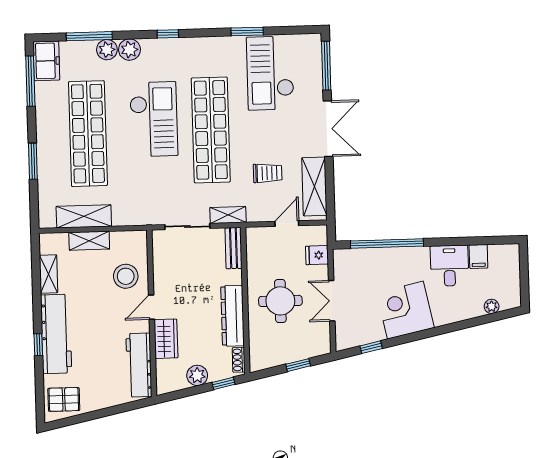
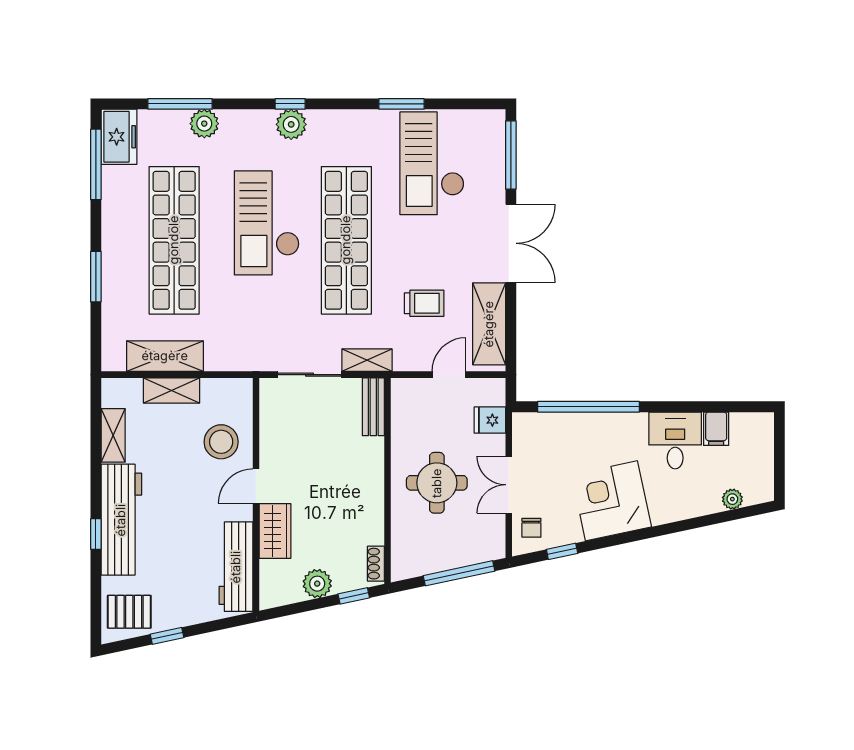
plant: (129, 50) -> (291, 124), moved
checkout: (154, 119) -> (267, 223), turned 180
dresser: (233, 316) -> (369, 501), removed
chair: (349, 331) -> (531, 528), added
window: (298, 365) -> (459, 573), width x2.17
window: (91, 416) -> (167, 636), added

